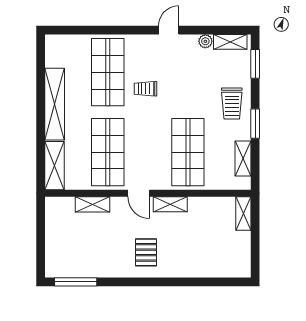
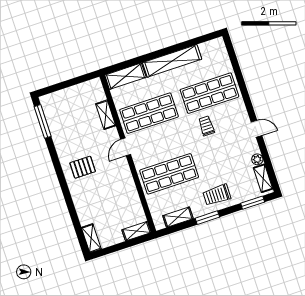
shelving: (170, 204) -> (91, 238), moved

